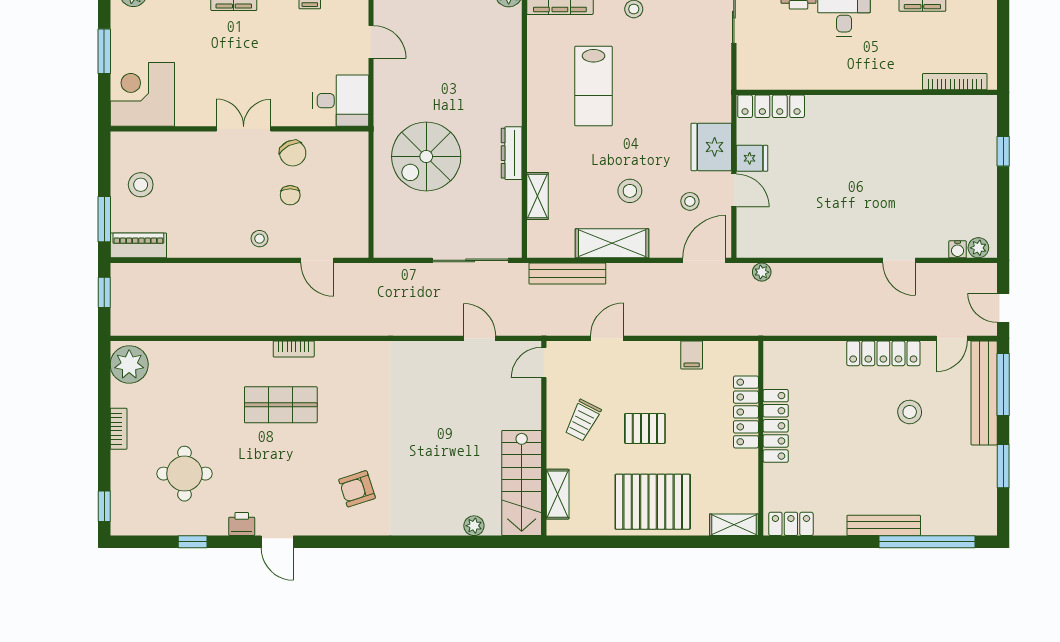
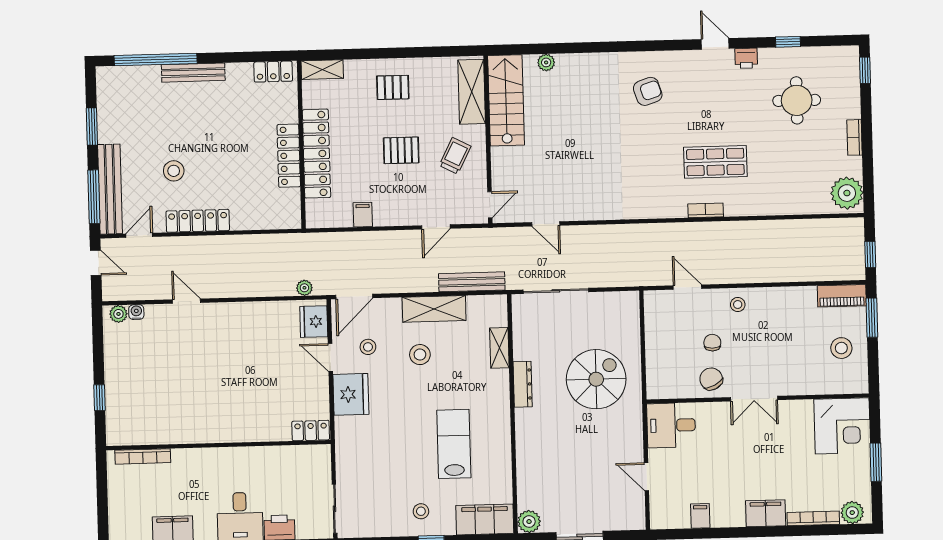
locker: (771, 106) -> (311, 431), width x0.66
fridge: (752, 158) -> (314, 322), moved, width x1.38
locker: (746, 412) -> (316, 154), width x1.41, depth x1.21
shelving: (558, 494) -> (472, 92), width x1.50, depth x1.33
pallet: (653, 502) -> (393, 87), width x0.49, depth x0.50

